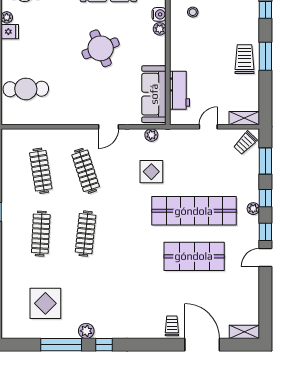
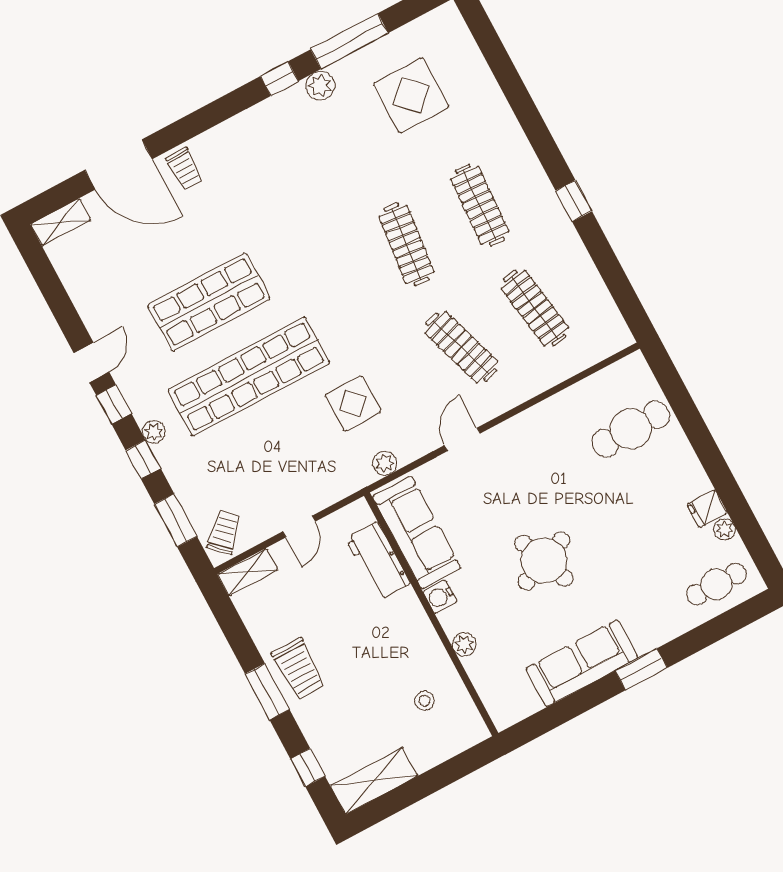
water cooler: (159, 14) -> (440, 597), moved

